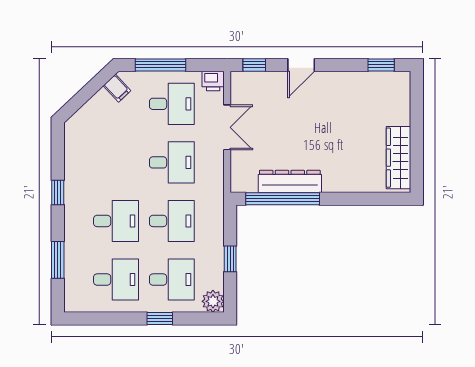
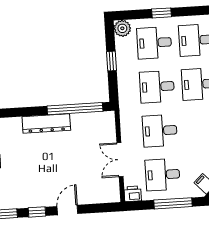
window: (254, 65) -> (37, 212), moved
dresser: (290, 181) -> (46, 123), moved

